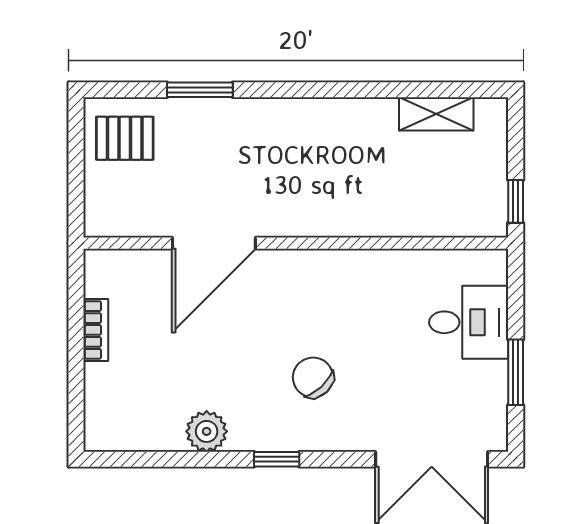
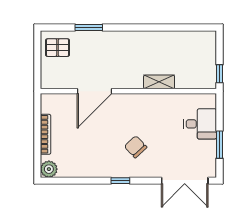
shelving: (436, 114) -> (159, 82), moved
bookcase: (96, 330) -> (46, 134), width x1.56
plant: (207, 431) -> (49, 169), moved

